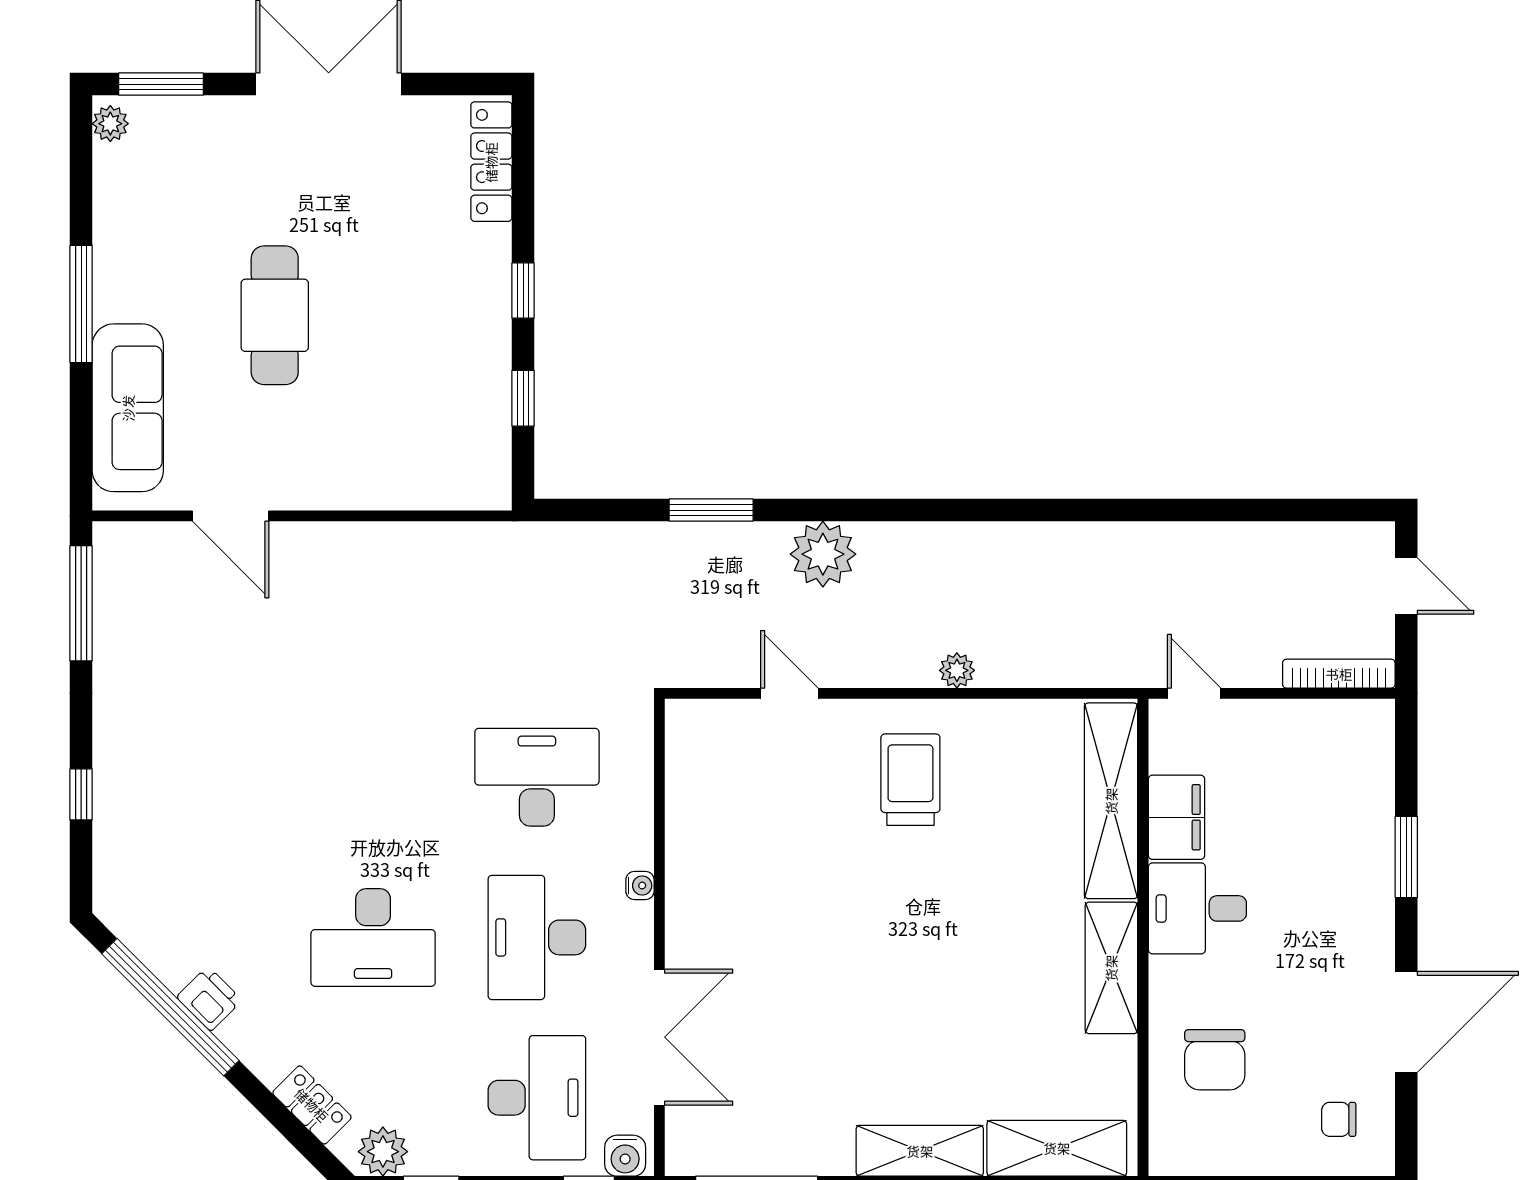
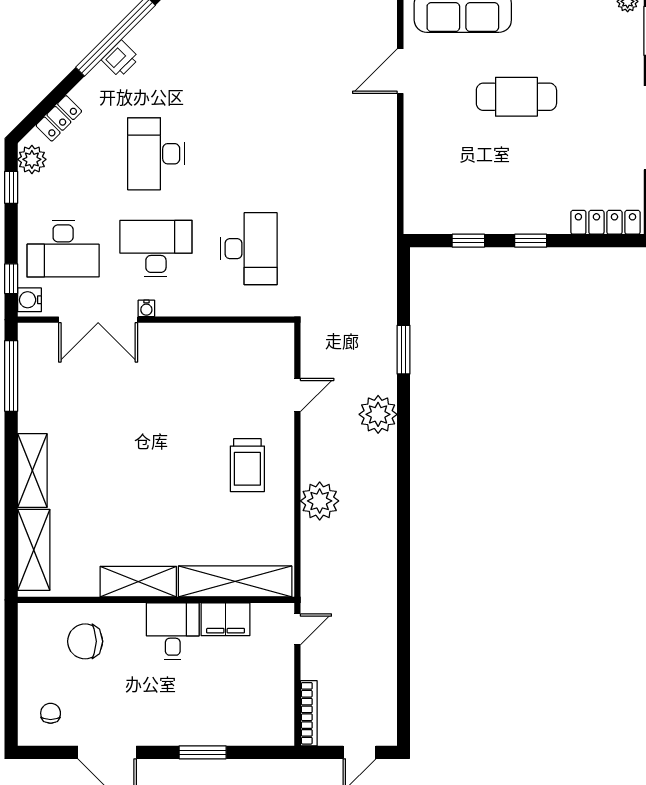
plant: (957, 670) -> (320, 501), width x1.87, depth x1.87
trolley: (910, 780) -> (247, 465), turned 90
water cooler: (640, 886) -> (146, 308), moved

